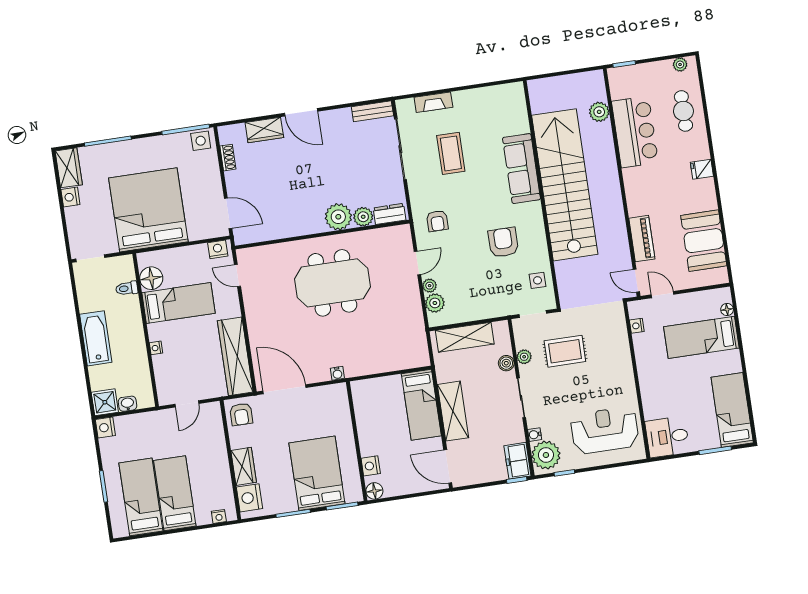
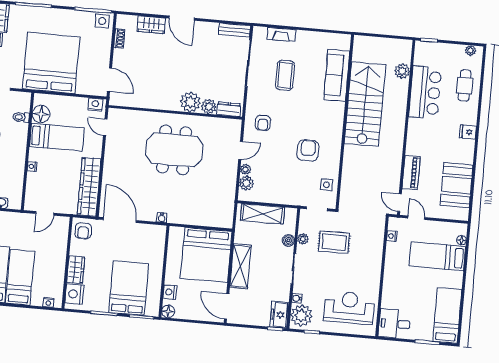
sofa: (522, 169) -> (337, 75), moved
stairs: (565, 185) -> (365, 104), width x0.73
bed: (421, 405) -> (206, 255), width x2.04

